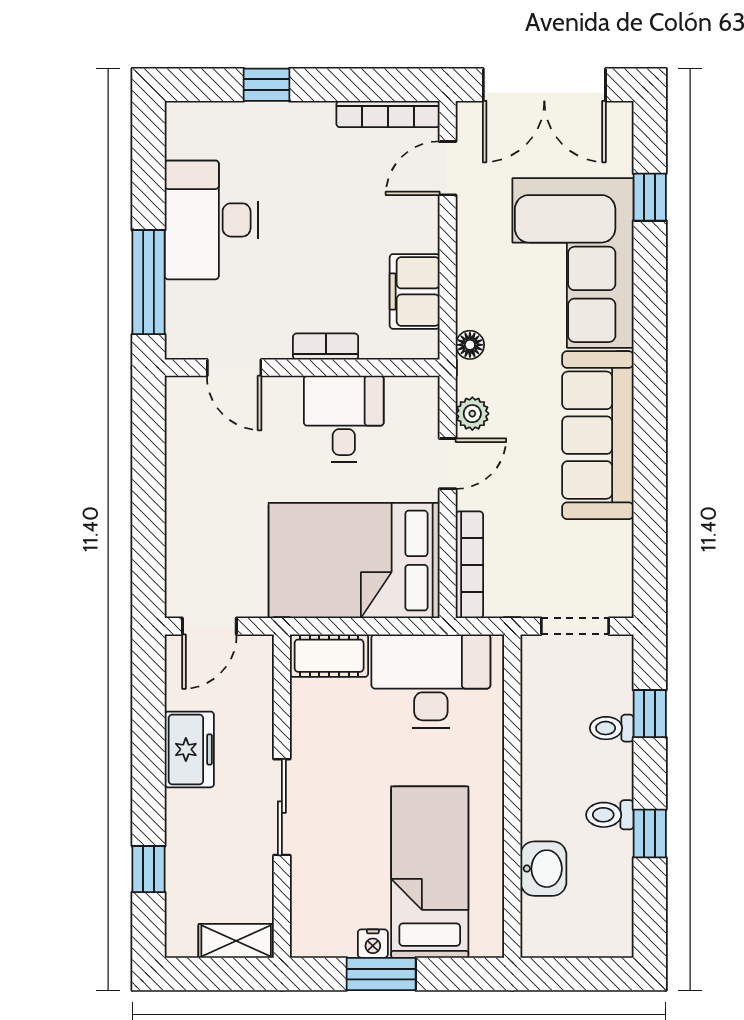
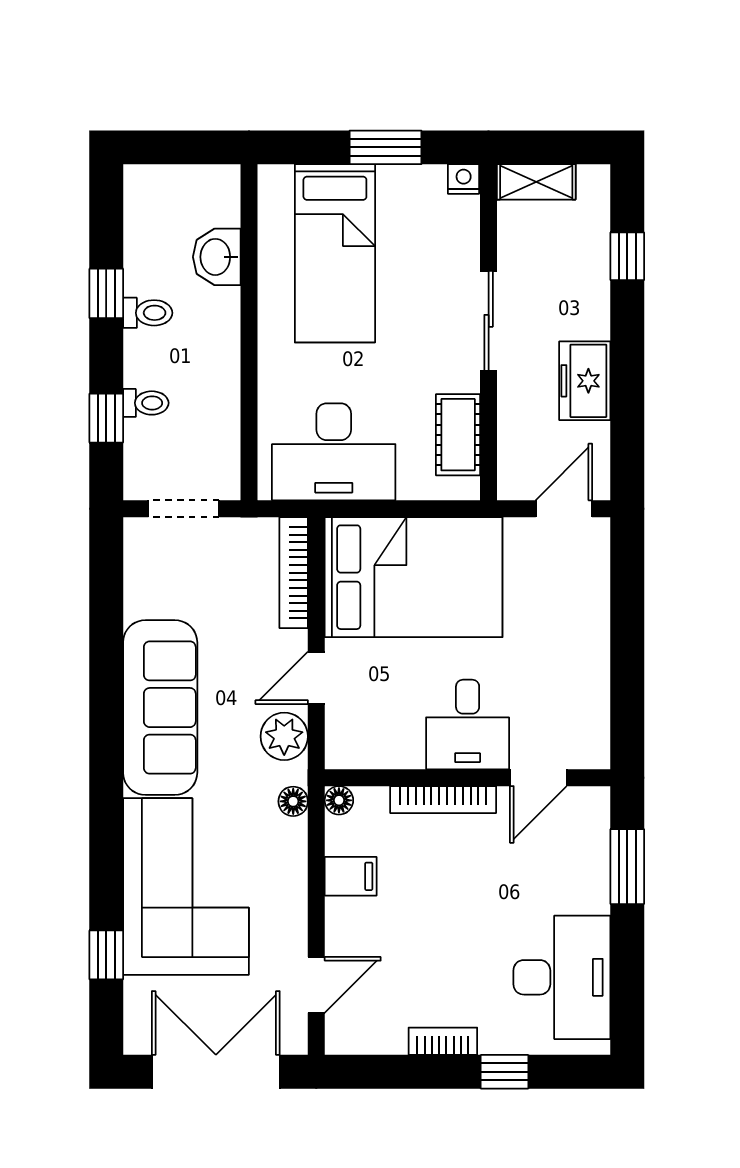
bookcase: (388, 114) -> (443, 1041), moved, width x0.64
desk: (211, 220) -> (562, 977), moved
window: (149, 282) -> (627, 867), width x0.69
filing cabinet: (415, 291) -> (351, 876), width x0.50
floor lamp: (426, 346) -> (339, 800), added
bookcase: (326, 347) -> (443, 800), width x1.56
door: (234, 368) -> (538, 778), swing flipped
plant: (472, 414) -> (284, 736), width x1.38, depth x1.38
desk: (344, 419) -> (468, 724), moved
cot: (329, 656) -> (458, 435), moved, turned 90
nightstand: (373, 944) -> (464, 179), moved

